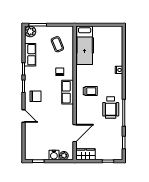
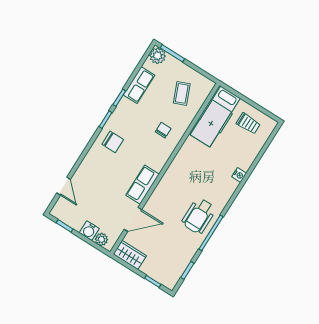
trolley: (90, 91) -> (248, 123), moved
row of seats: (68, 92) -> (143, 185), moved
door: (24, 116) -> (64, 186), moved

